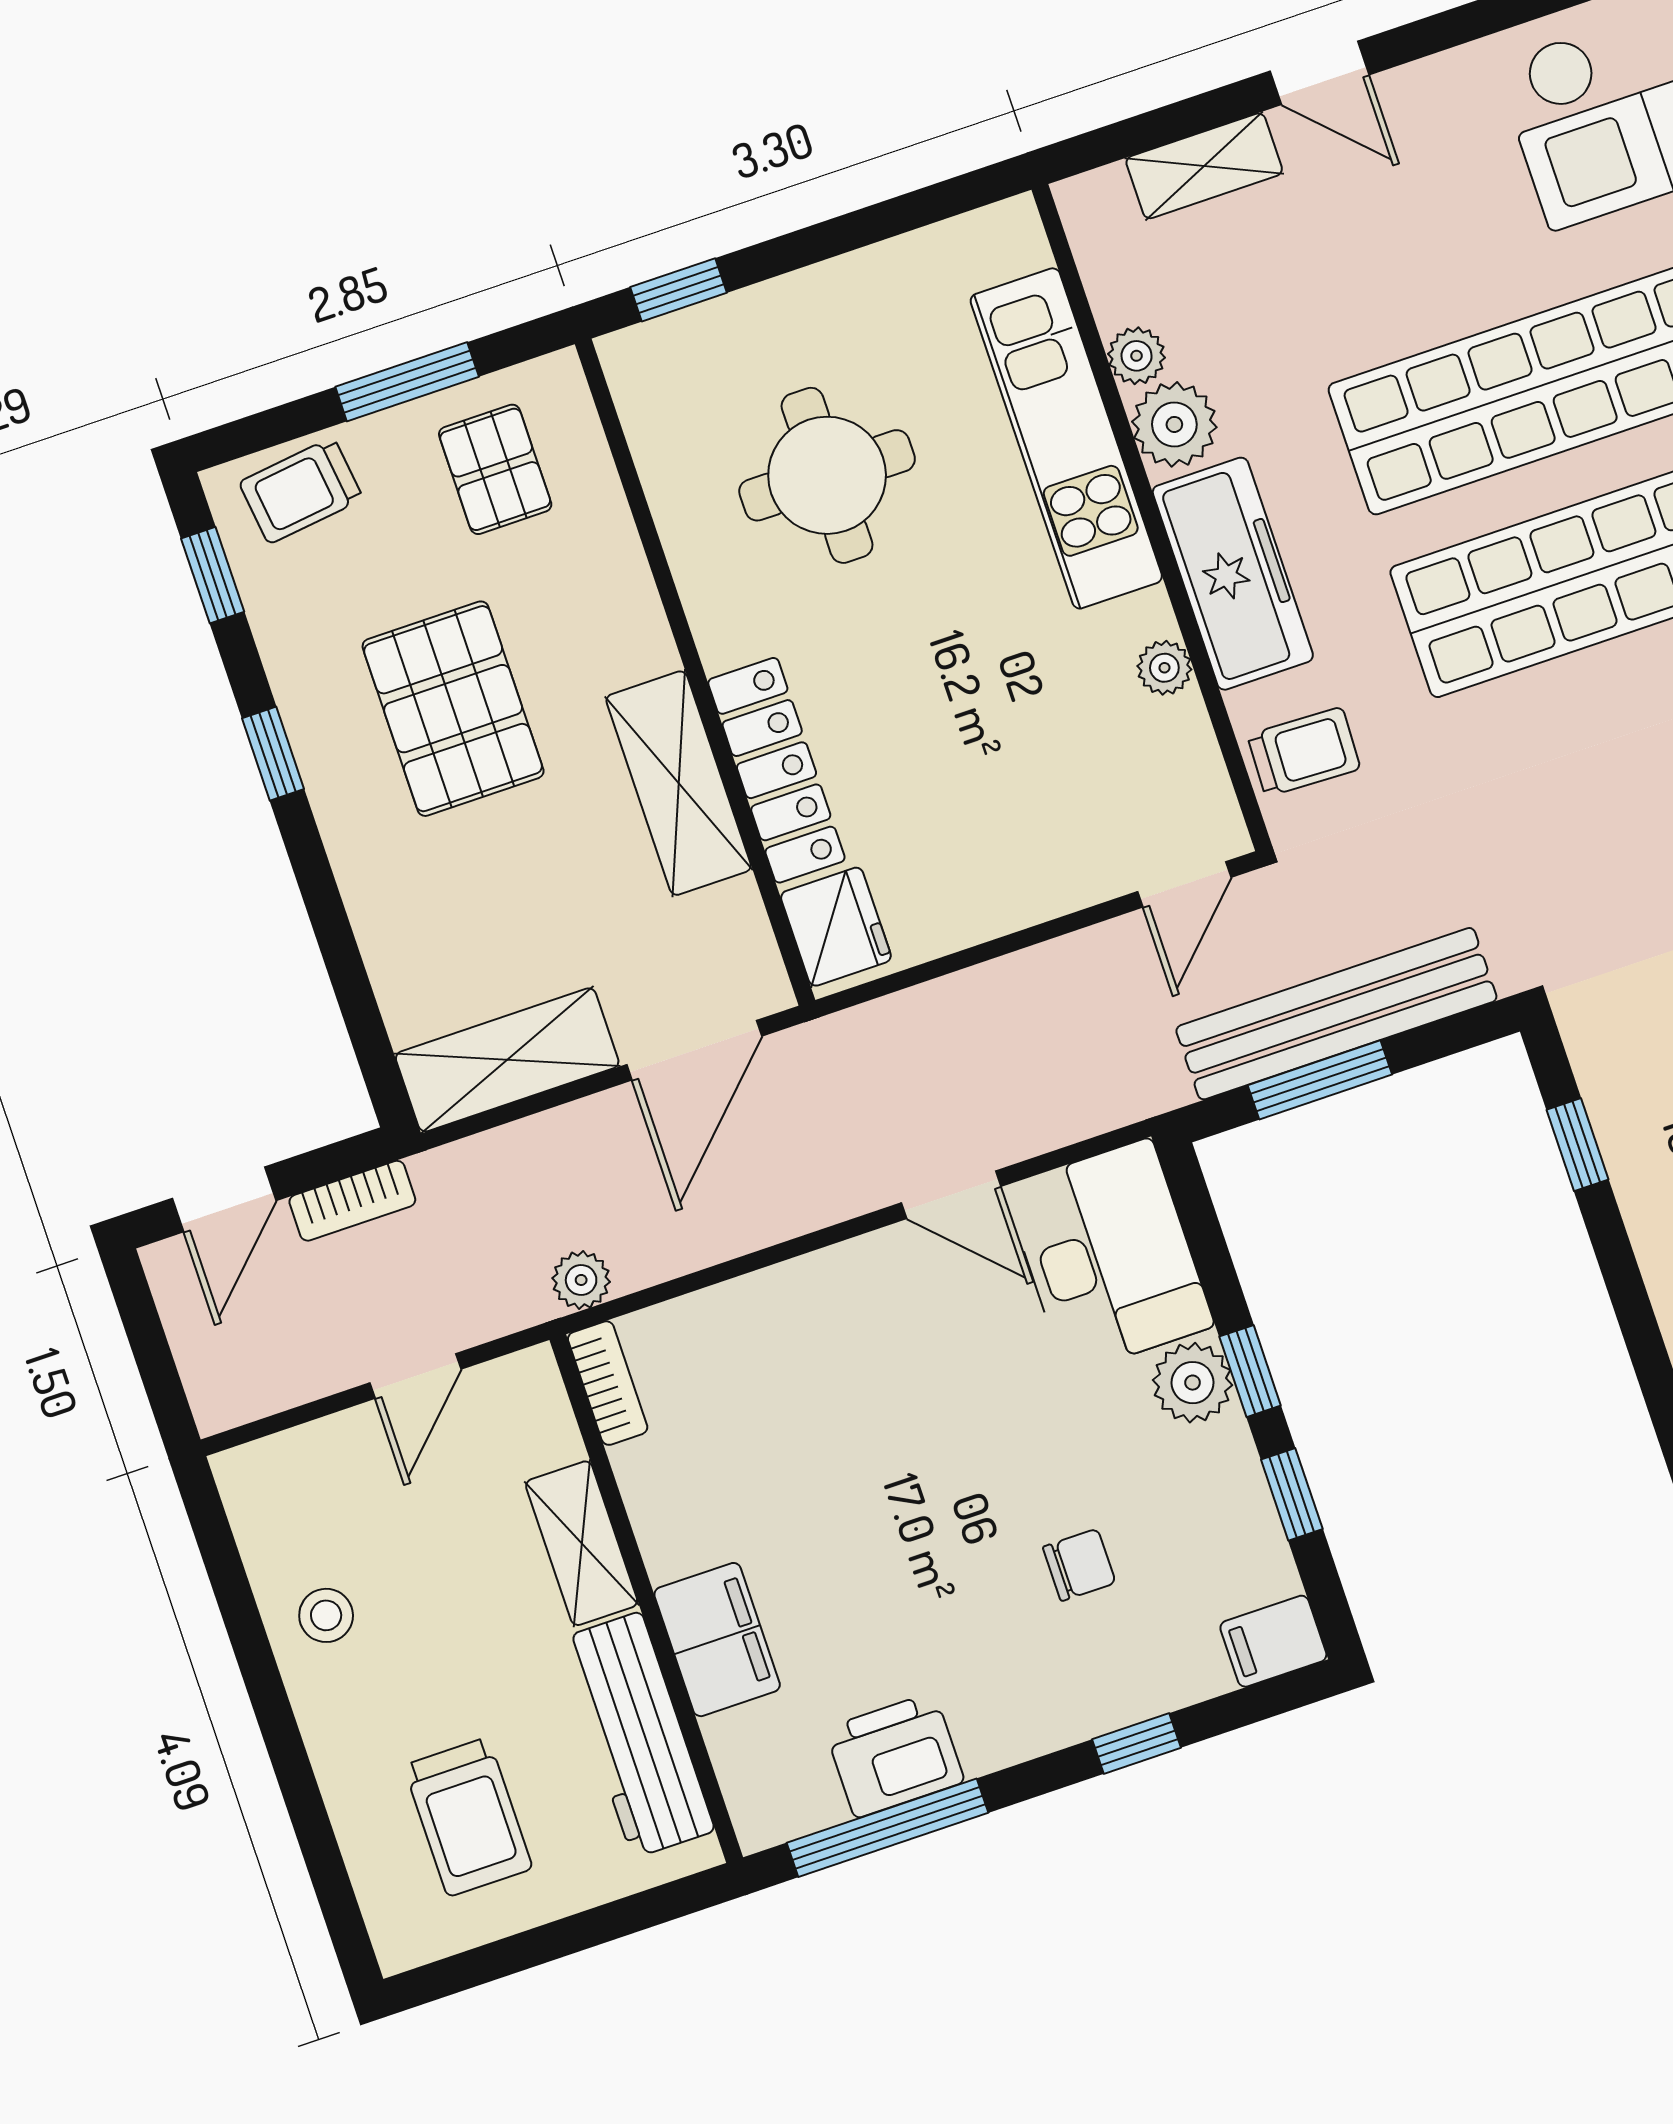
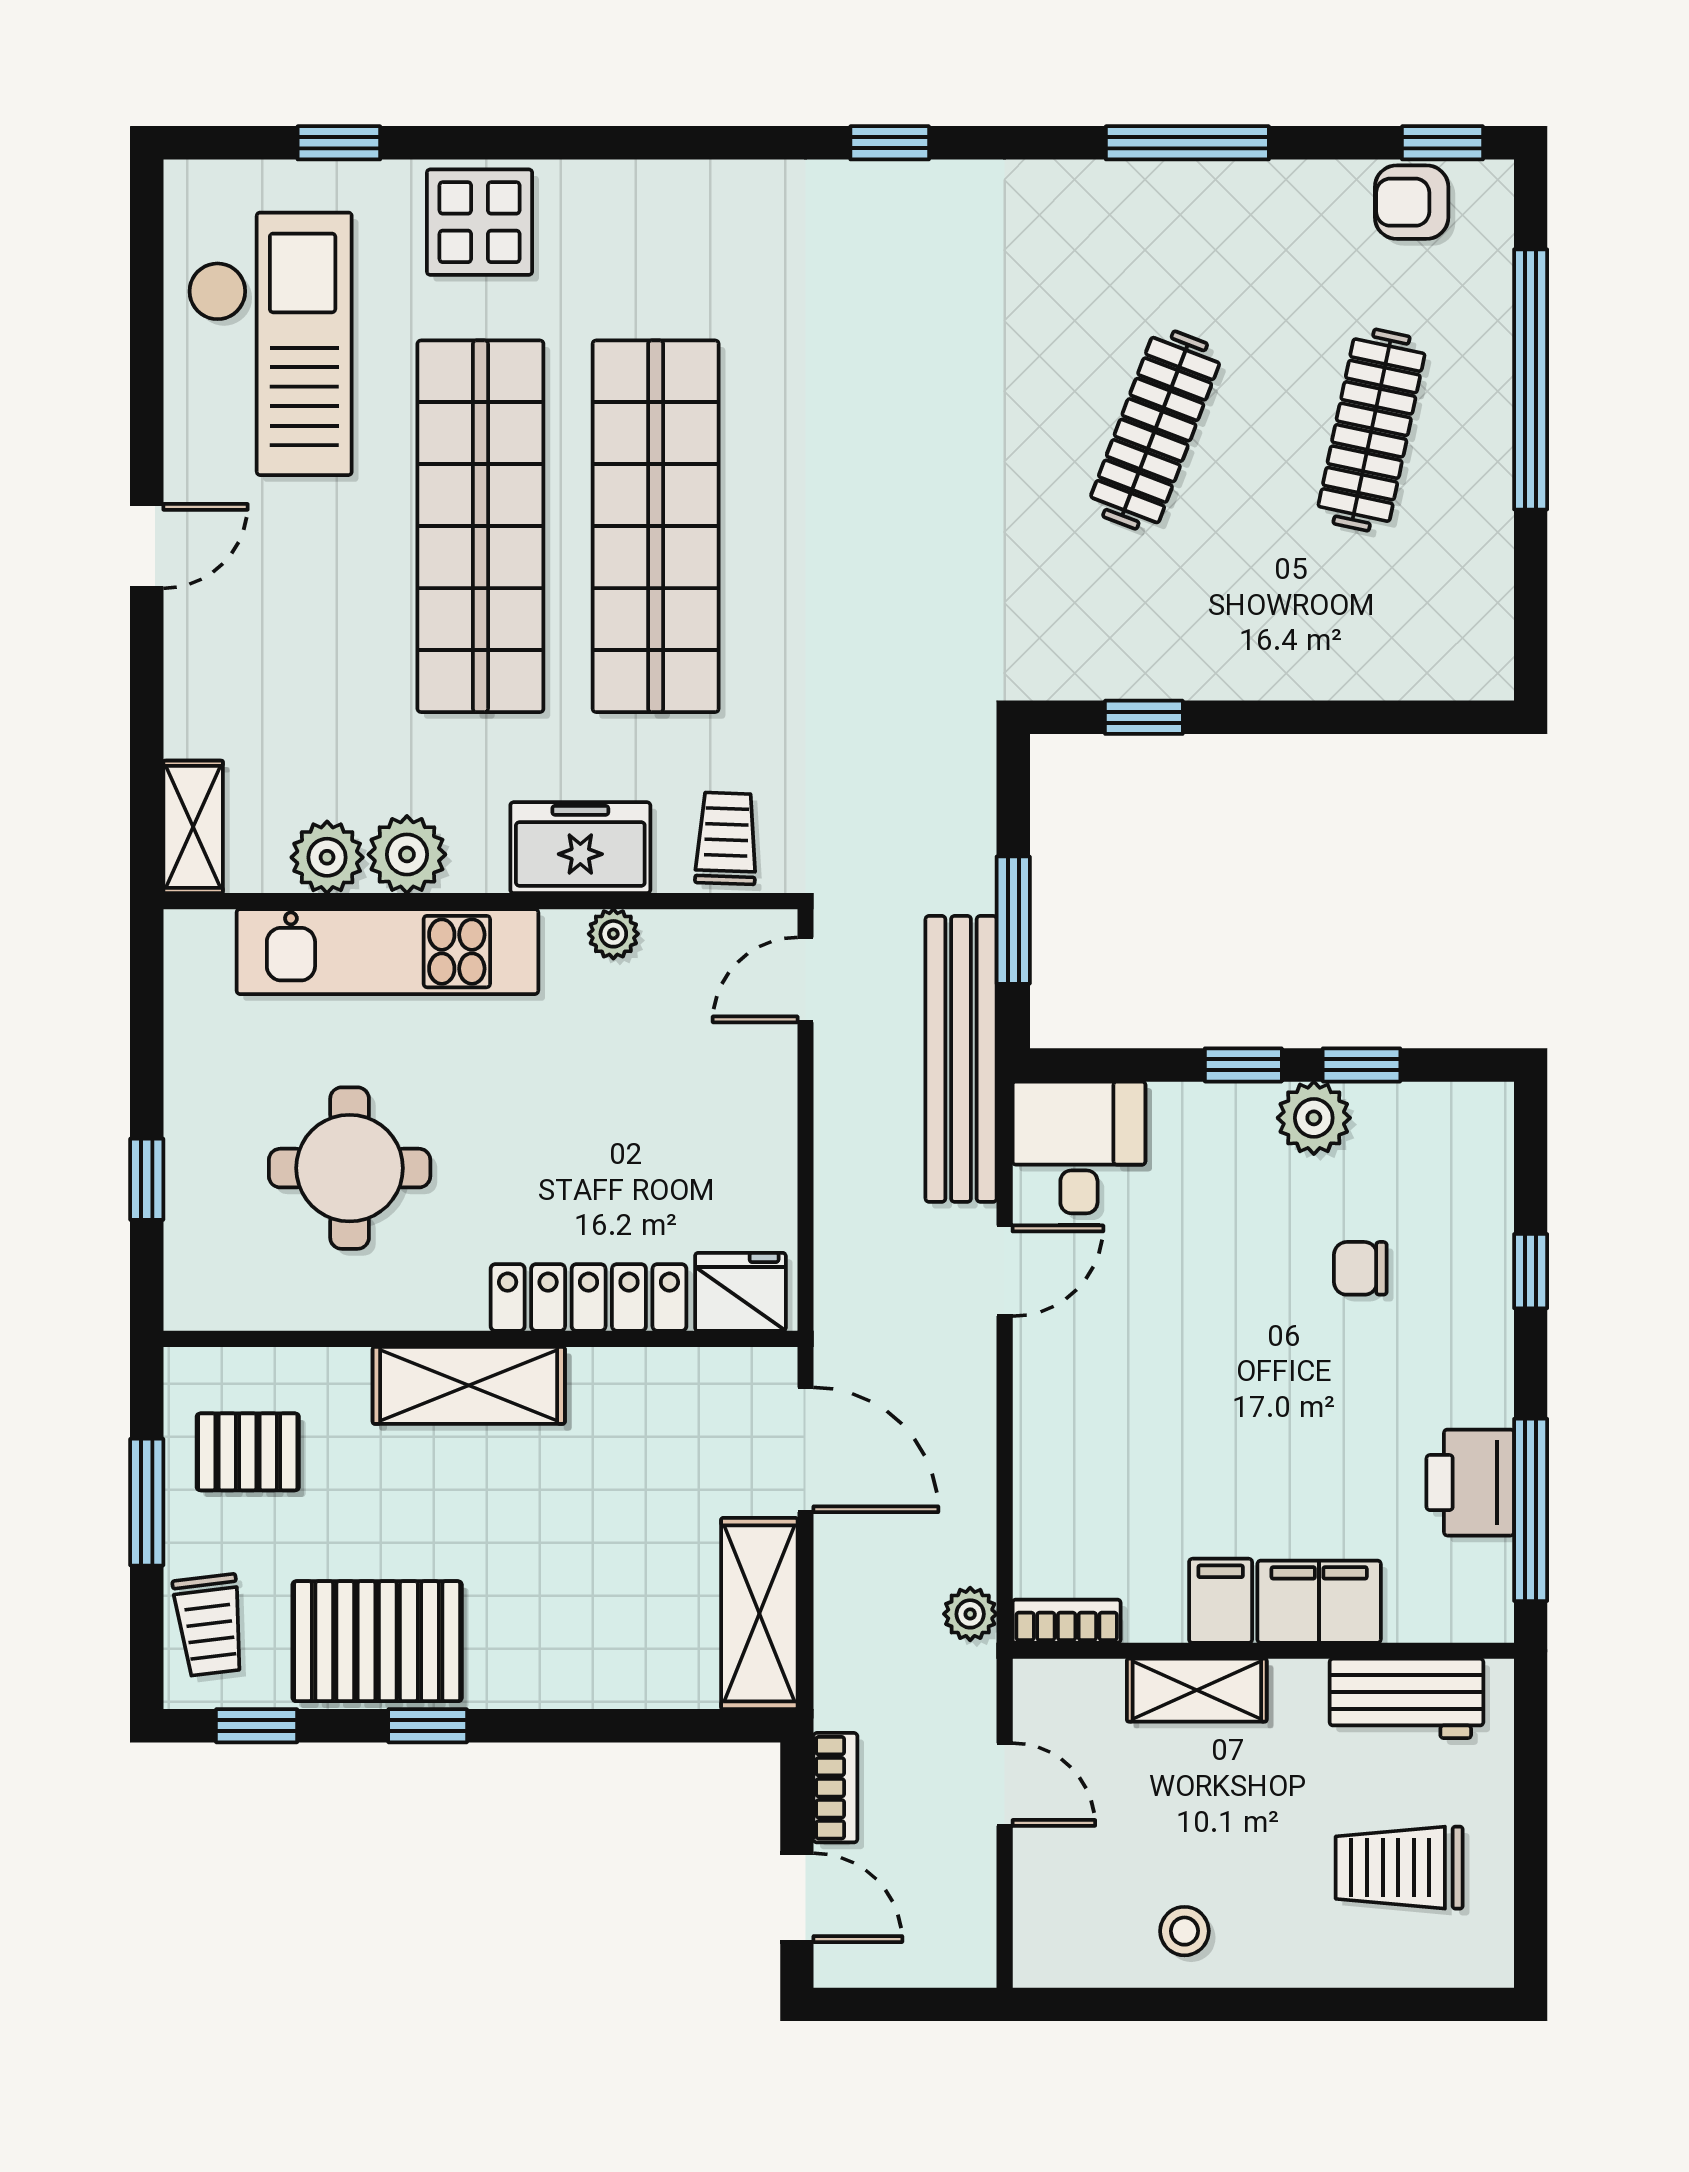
door: (1319, 73) -> (147, 546), moved
shelving: (1204, 166) -> (193, 827), moved
window: (678, 290) -> (147, 1179), moved
plant: (1137, 356) -> (327, 857), width x1.38, depth x1.38
freezer: (1233, 574) -> (580, 848), width x0.71
pallet: (453, 709) -> (377, 1641), moved
shelving: (679, 783) -> (469, 1385), moved
door: (1184, 884) -> (806, 980), swing flipped
bench: (1336, 1014) -> (961, 1059), moved
desk: (1109, 1257) -> (1079, 1153), width x0.73
plant: (1192, 1383) -> (1314, 1118), moved
chair: (1079, 1565) -> (1360, 1268), turned -90
filing cabinet: (1273, 1641) -> (1221, 1601), moved, turned 180
workbench: (637, 1735) -> (1406, 1698), width x0.73
trolley: (468, 1817) -> (1399, 1868), turned 180

